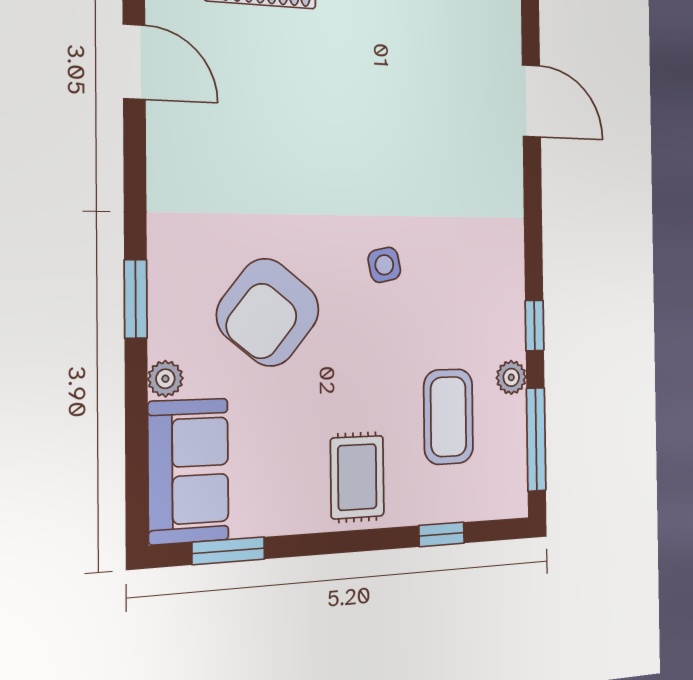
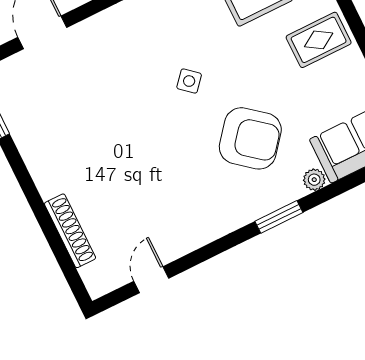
door: (134, 62) -> (151, 280), width x0.73
side table: (384, 265) -> (189, 81), turned -37

